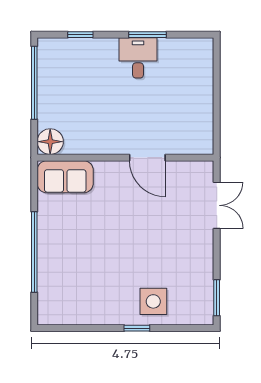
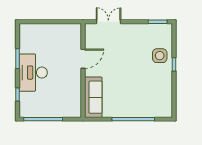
desk: (138, 58) -> (33, 73), width x1.87, depth x1.30
floor lamp: (50, 142) -> (75, 111), removed
sofa: (65, 177) -> (93, 97), width x1.36

